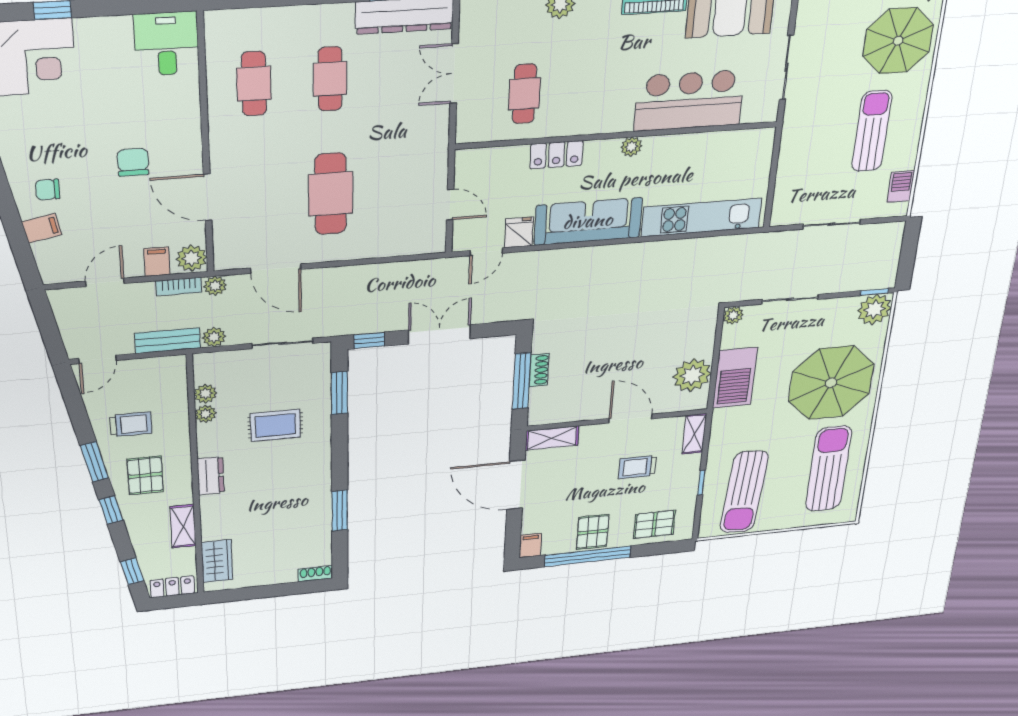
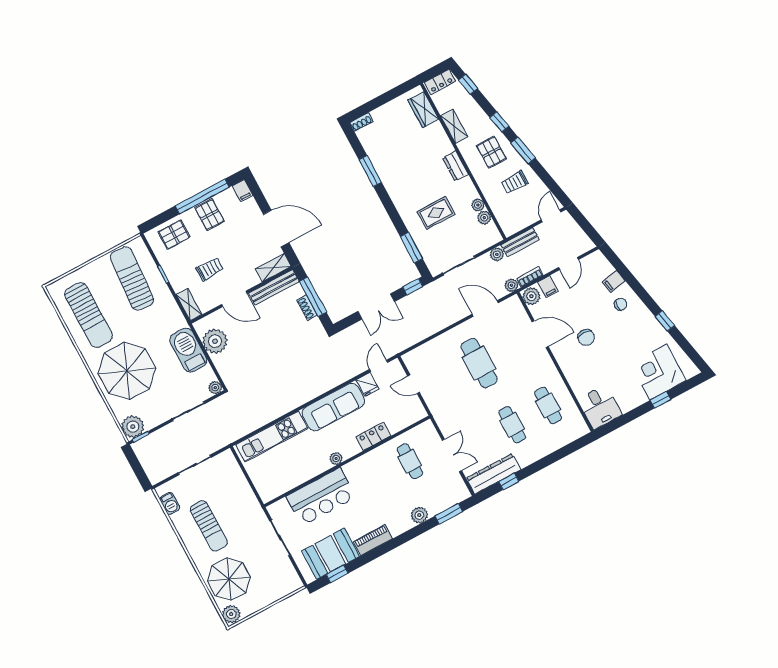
bench: (567, 413) -> (274, 287), added

